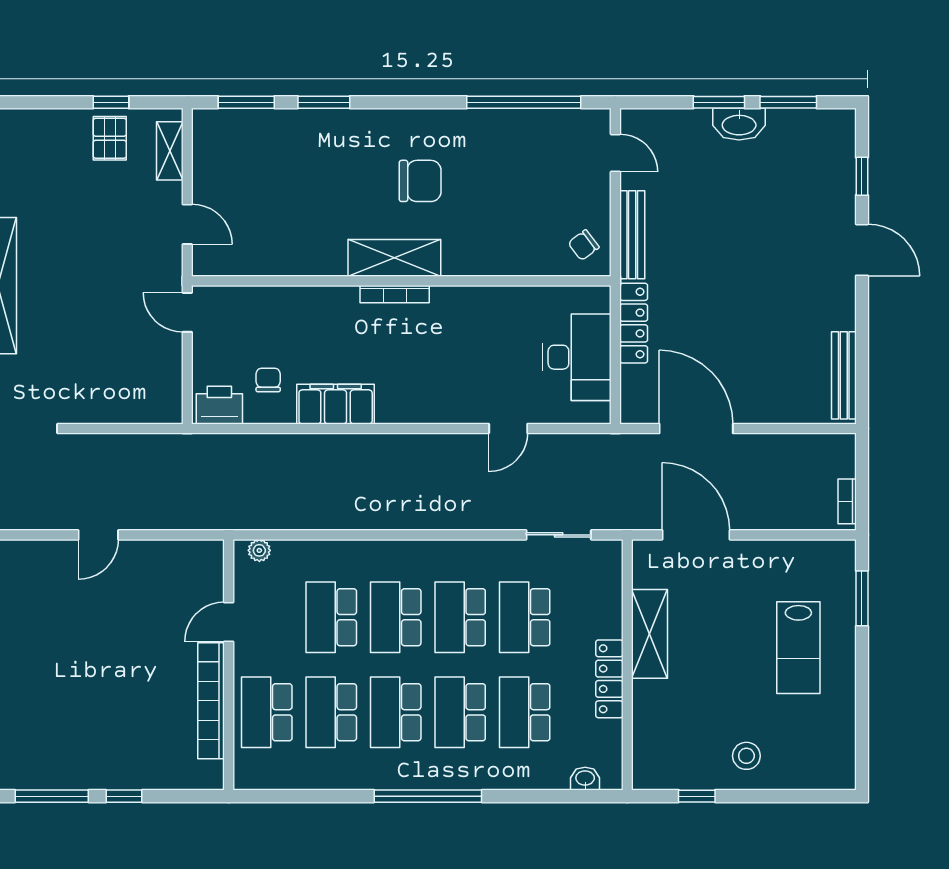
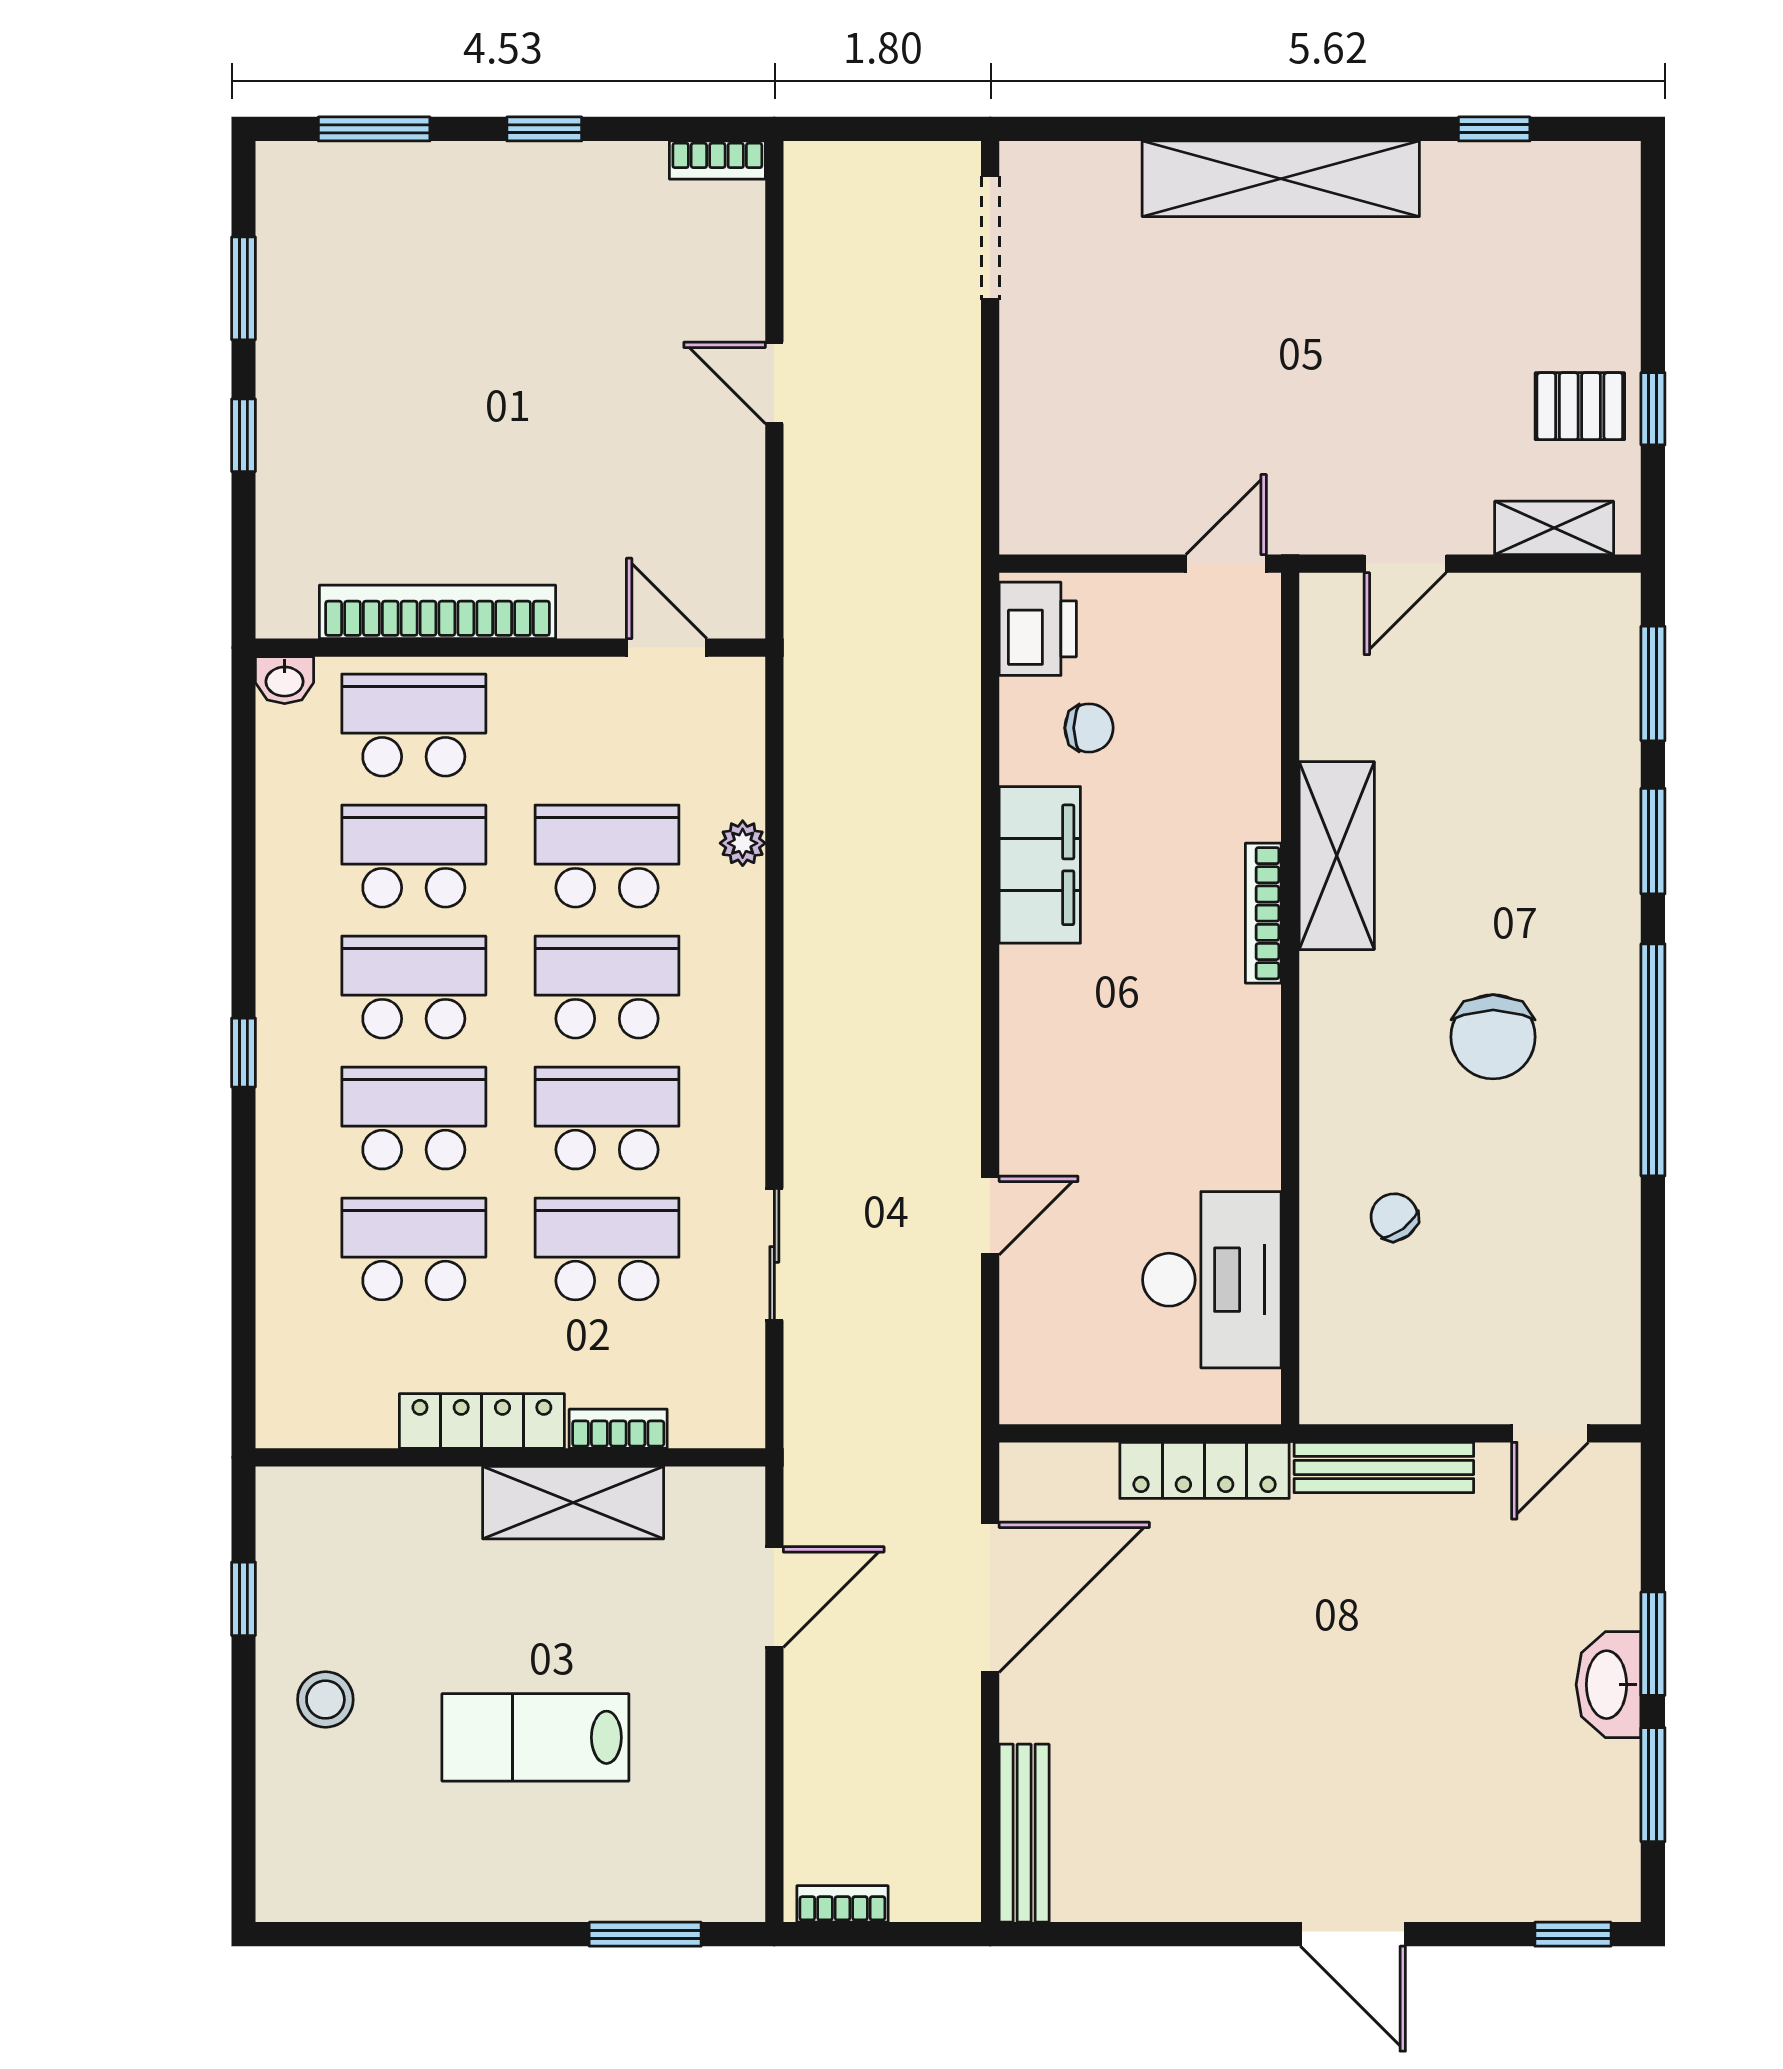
window: (524, 102) -> (1653, 1060), moved
window: (862, 176) -> (1573, 1934), moved
chair: (584, 245) -> (1394, 1217), moved
door: (862, 250) -> (1353, 1934), hinge flipped
shelving: (394, 258) -> (1337, 856), moved
bookcase: (395, 294) -> (1263, 913), moved
desk: (577, 357) -> (1212, 1280), moved, turned -90
bench: (844, 375) -> (1024, 1833), moved, turned 90
door: (508, 429) -> (990, 1216), swing flipped
sliding door: (559, 535) -> (774, 1254), moved
door: (696, 535) -> (774, 1597), width x0.73
plant: (259, 550) -> (743, 843), moved
bookcase: (613, 612) -> (618, 1429), added
door: (229, 622) -> (667, 648), moved
lab bench: (798, 648) -> (535, 1737), moved
washbasin: (585, 779) -> (285, 680), moved, turned 90
window: (52, 796) -> (243, 288), width x0.69
window: (428, 796) -> (243, 1053), width x0.32

